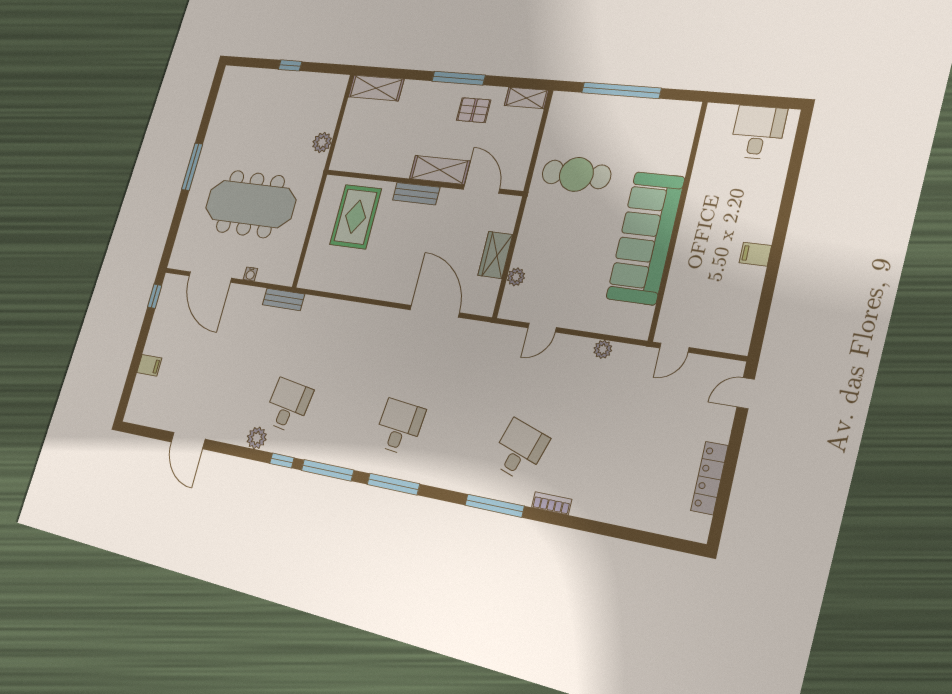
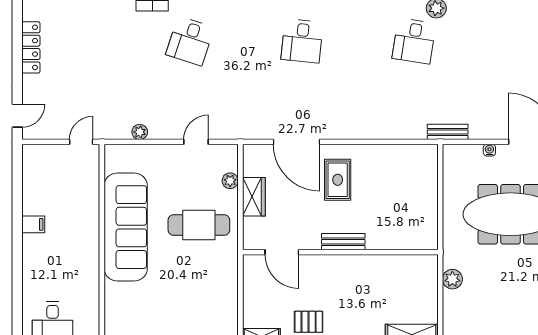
shelving: (440, 170) -> (326, 265), removed
cafe table: (576, 174) -> (199, 225), moved
rug: (356, 217) -> (338, 180), moved, width x0.73, depth x0.70

